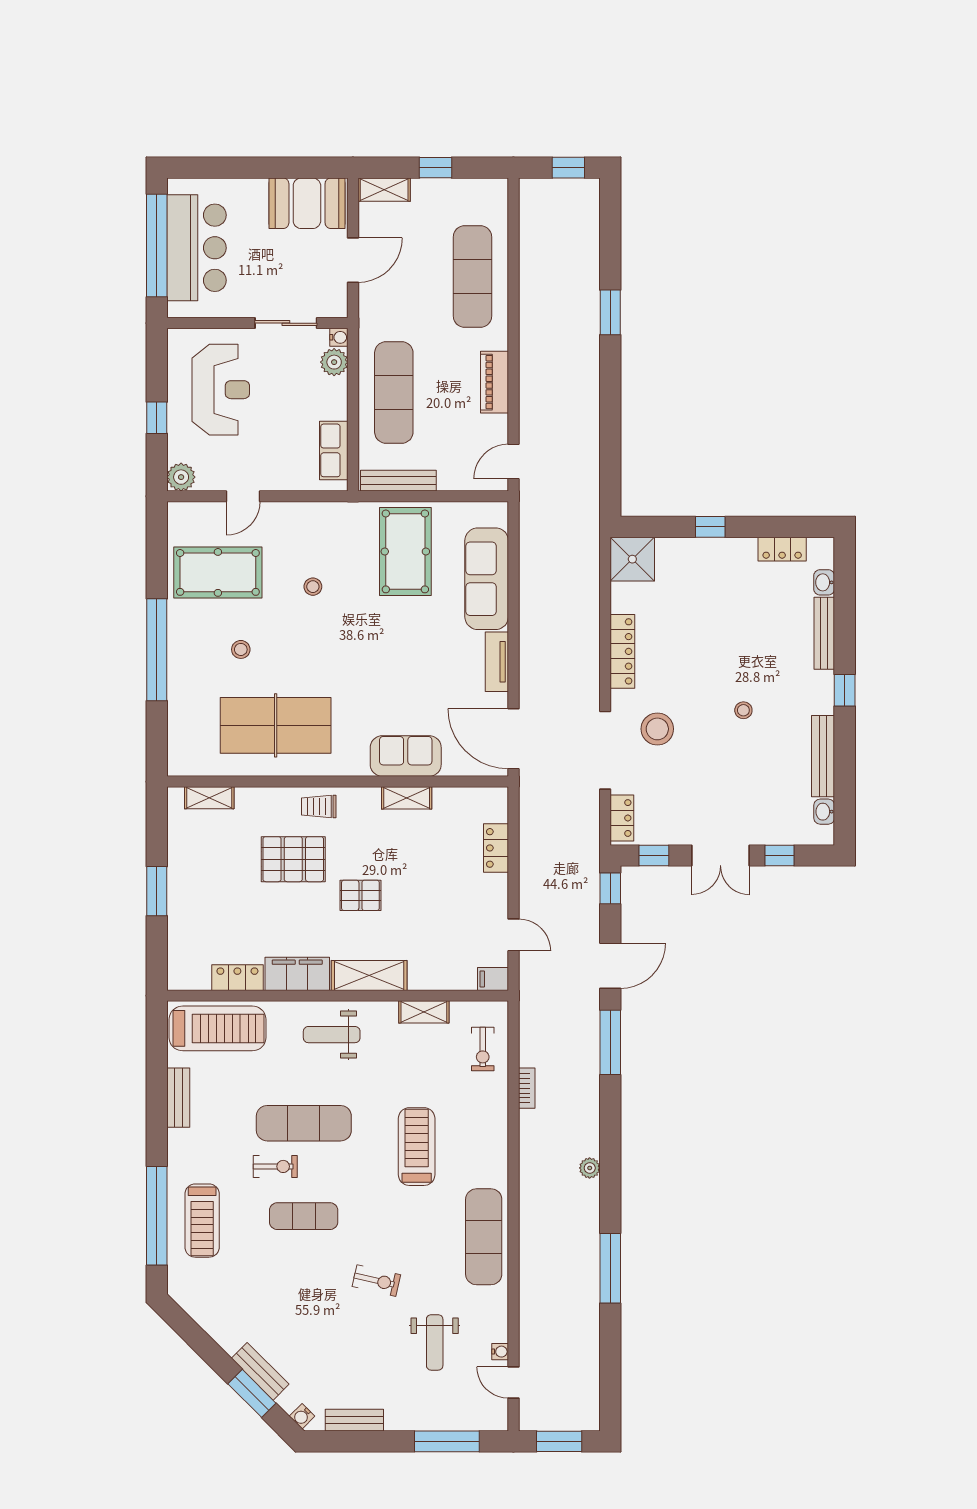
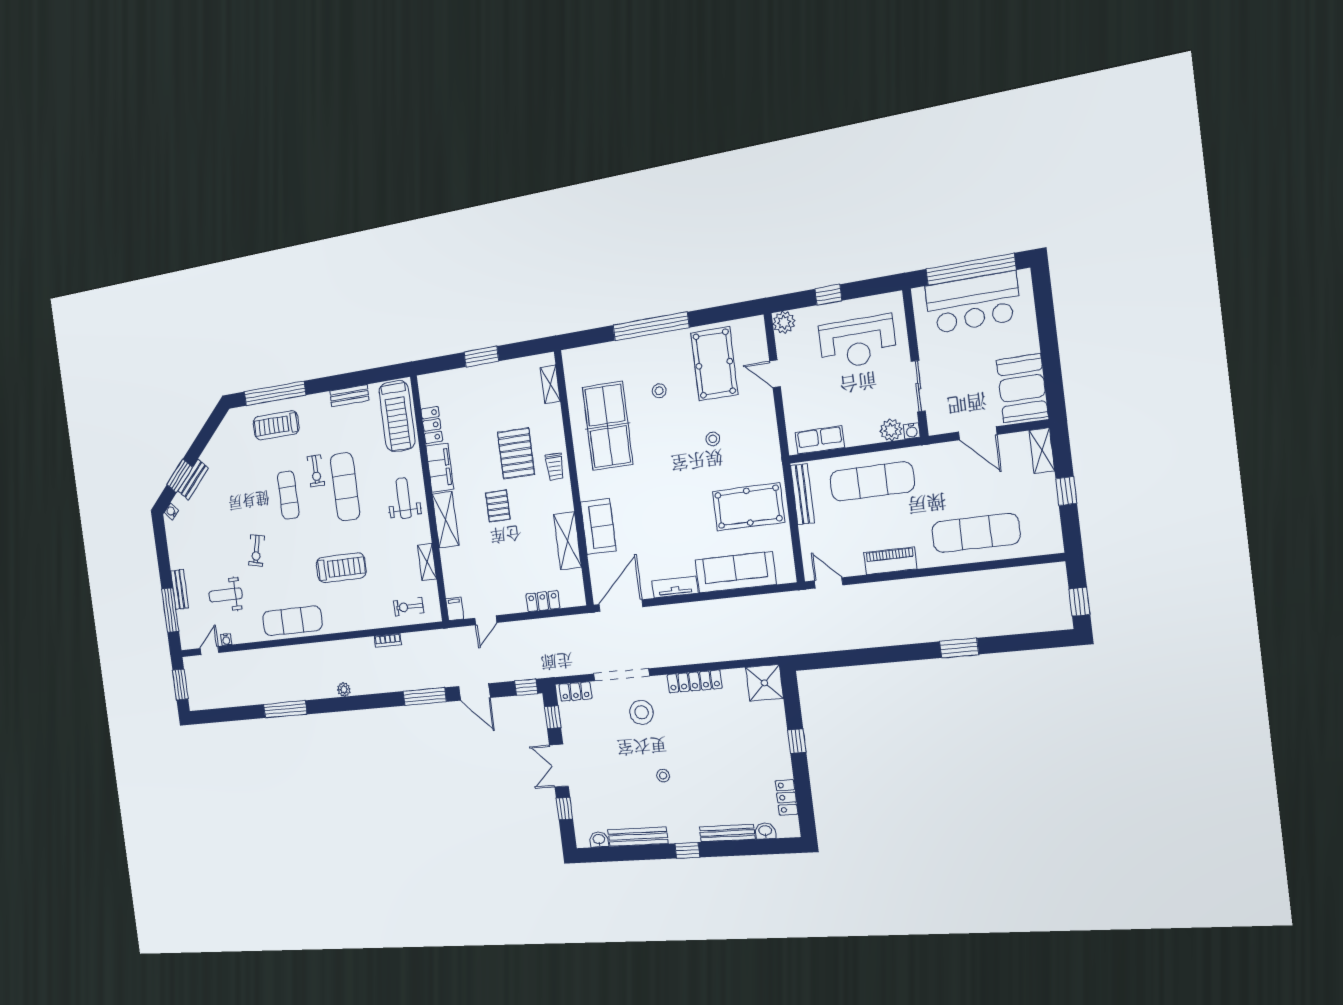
shelving: (407, 798) -> (568, 541), width x1.50, depth x1.33
trolley: (319, 806) -> (555, 467), turned 180
bench: (354, 1420) -> (180, 589), moved

